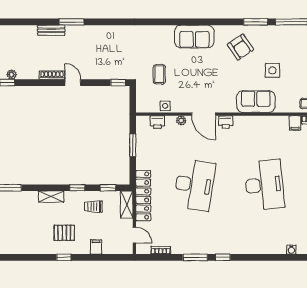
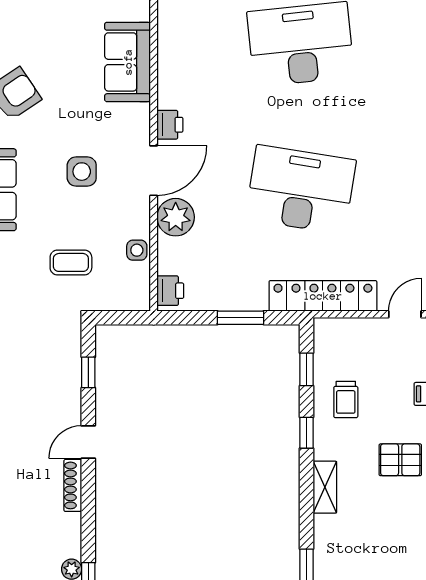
side table: (272, 70) -> (82, 172), moved
window: (118, 83) -> (88, 372), moved
plant: (181, 120) -> (176, 217), width x1.88, depth x1.88
printer: (157, 122) -> (170, 291), moved
window: (133, 145) -> (241, 318), moved
shelving: (127, 205) -> (341, 330), removed
pallet: (64, 233) -> (400, 460), turned 90

